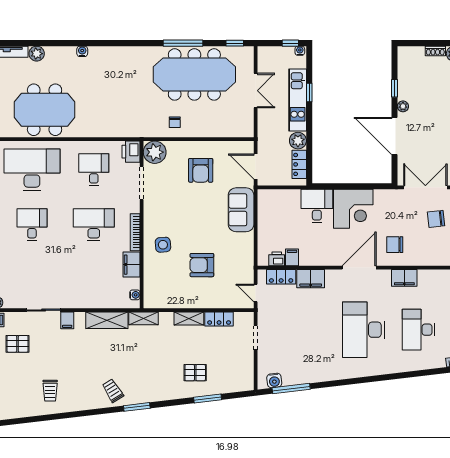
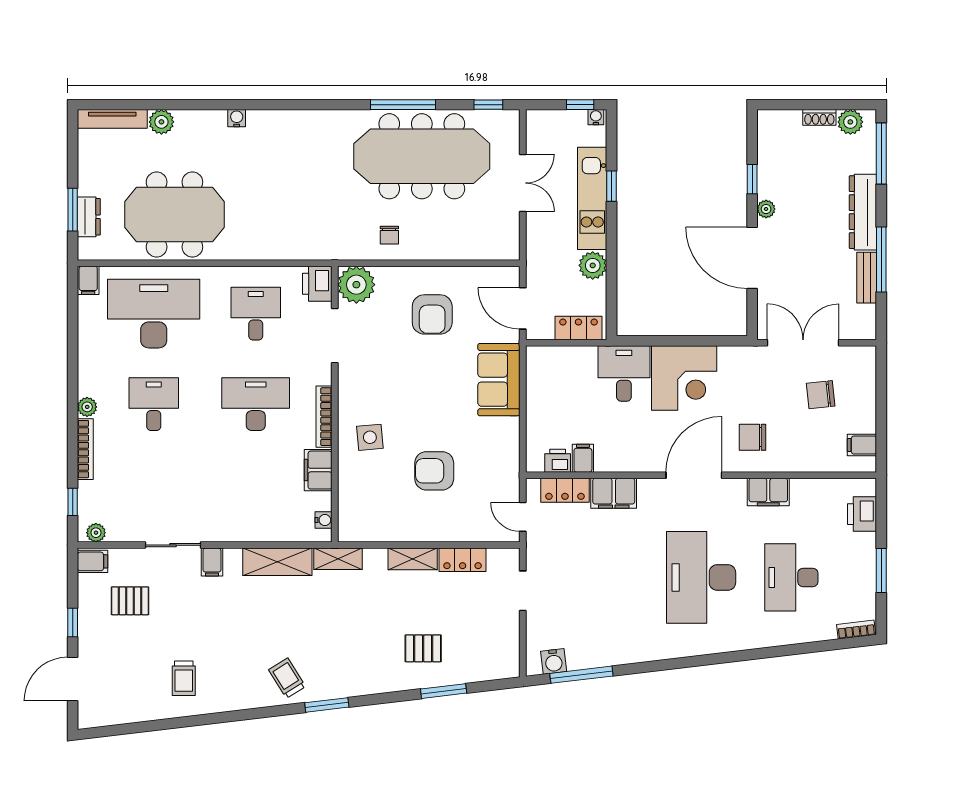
locker: (299, 164) -> (578, 328), moved, turned 90

